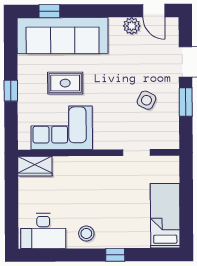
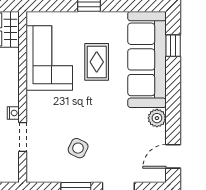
plant: (132, 26) -> (157, 118), moved
nightstand: (114, 161) -> (13, 113), added

